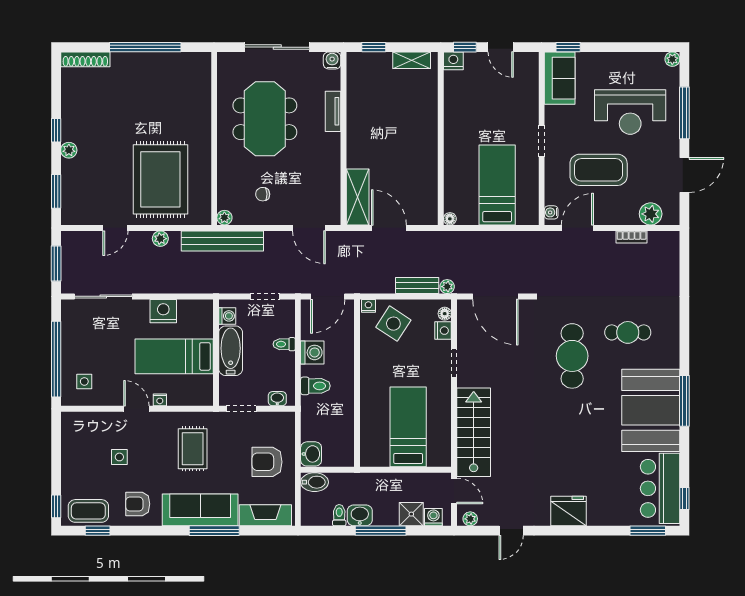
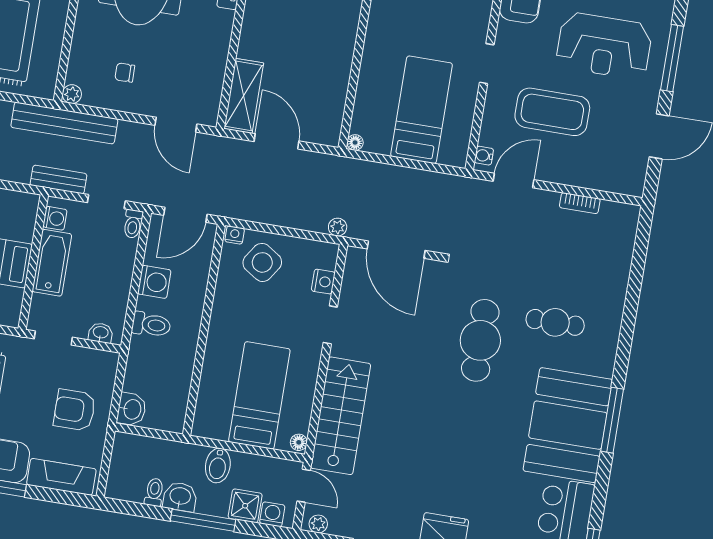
plant: (651, 214) -> (608, 178), removed
bench: (417, 285) -> (59, 180), moved
floor lamp: (445, 314) -> (299, 442), moved
toilet: (284, 344) -> (133, 224), moved, turned -90
bidet: (315, 482) -> (218, 465), moved, turned 90

